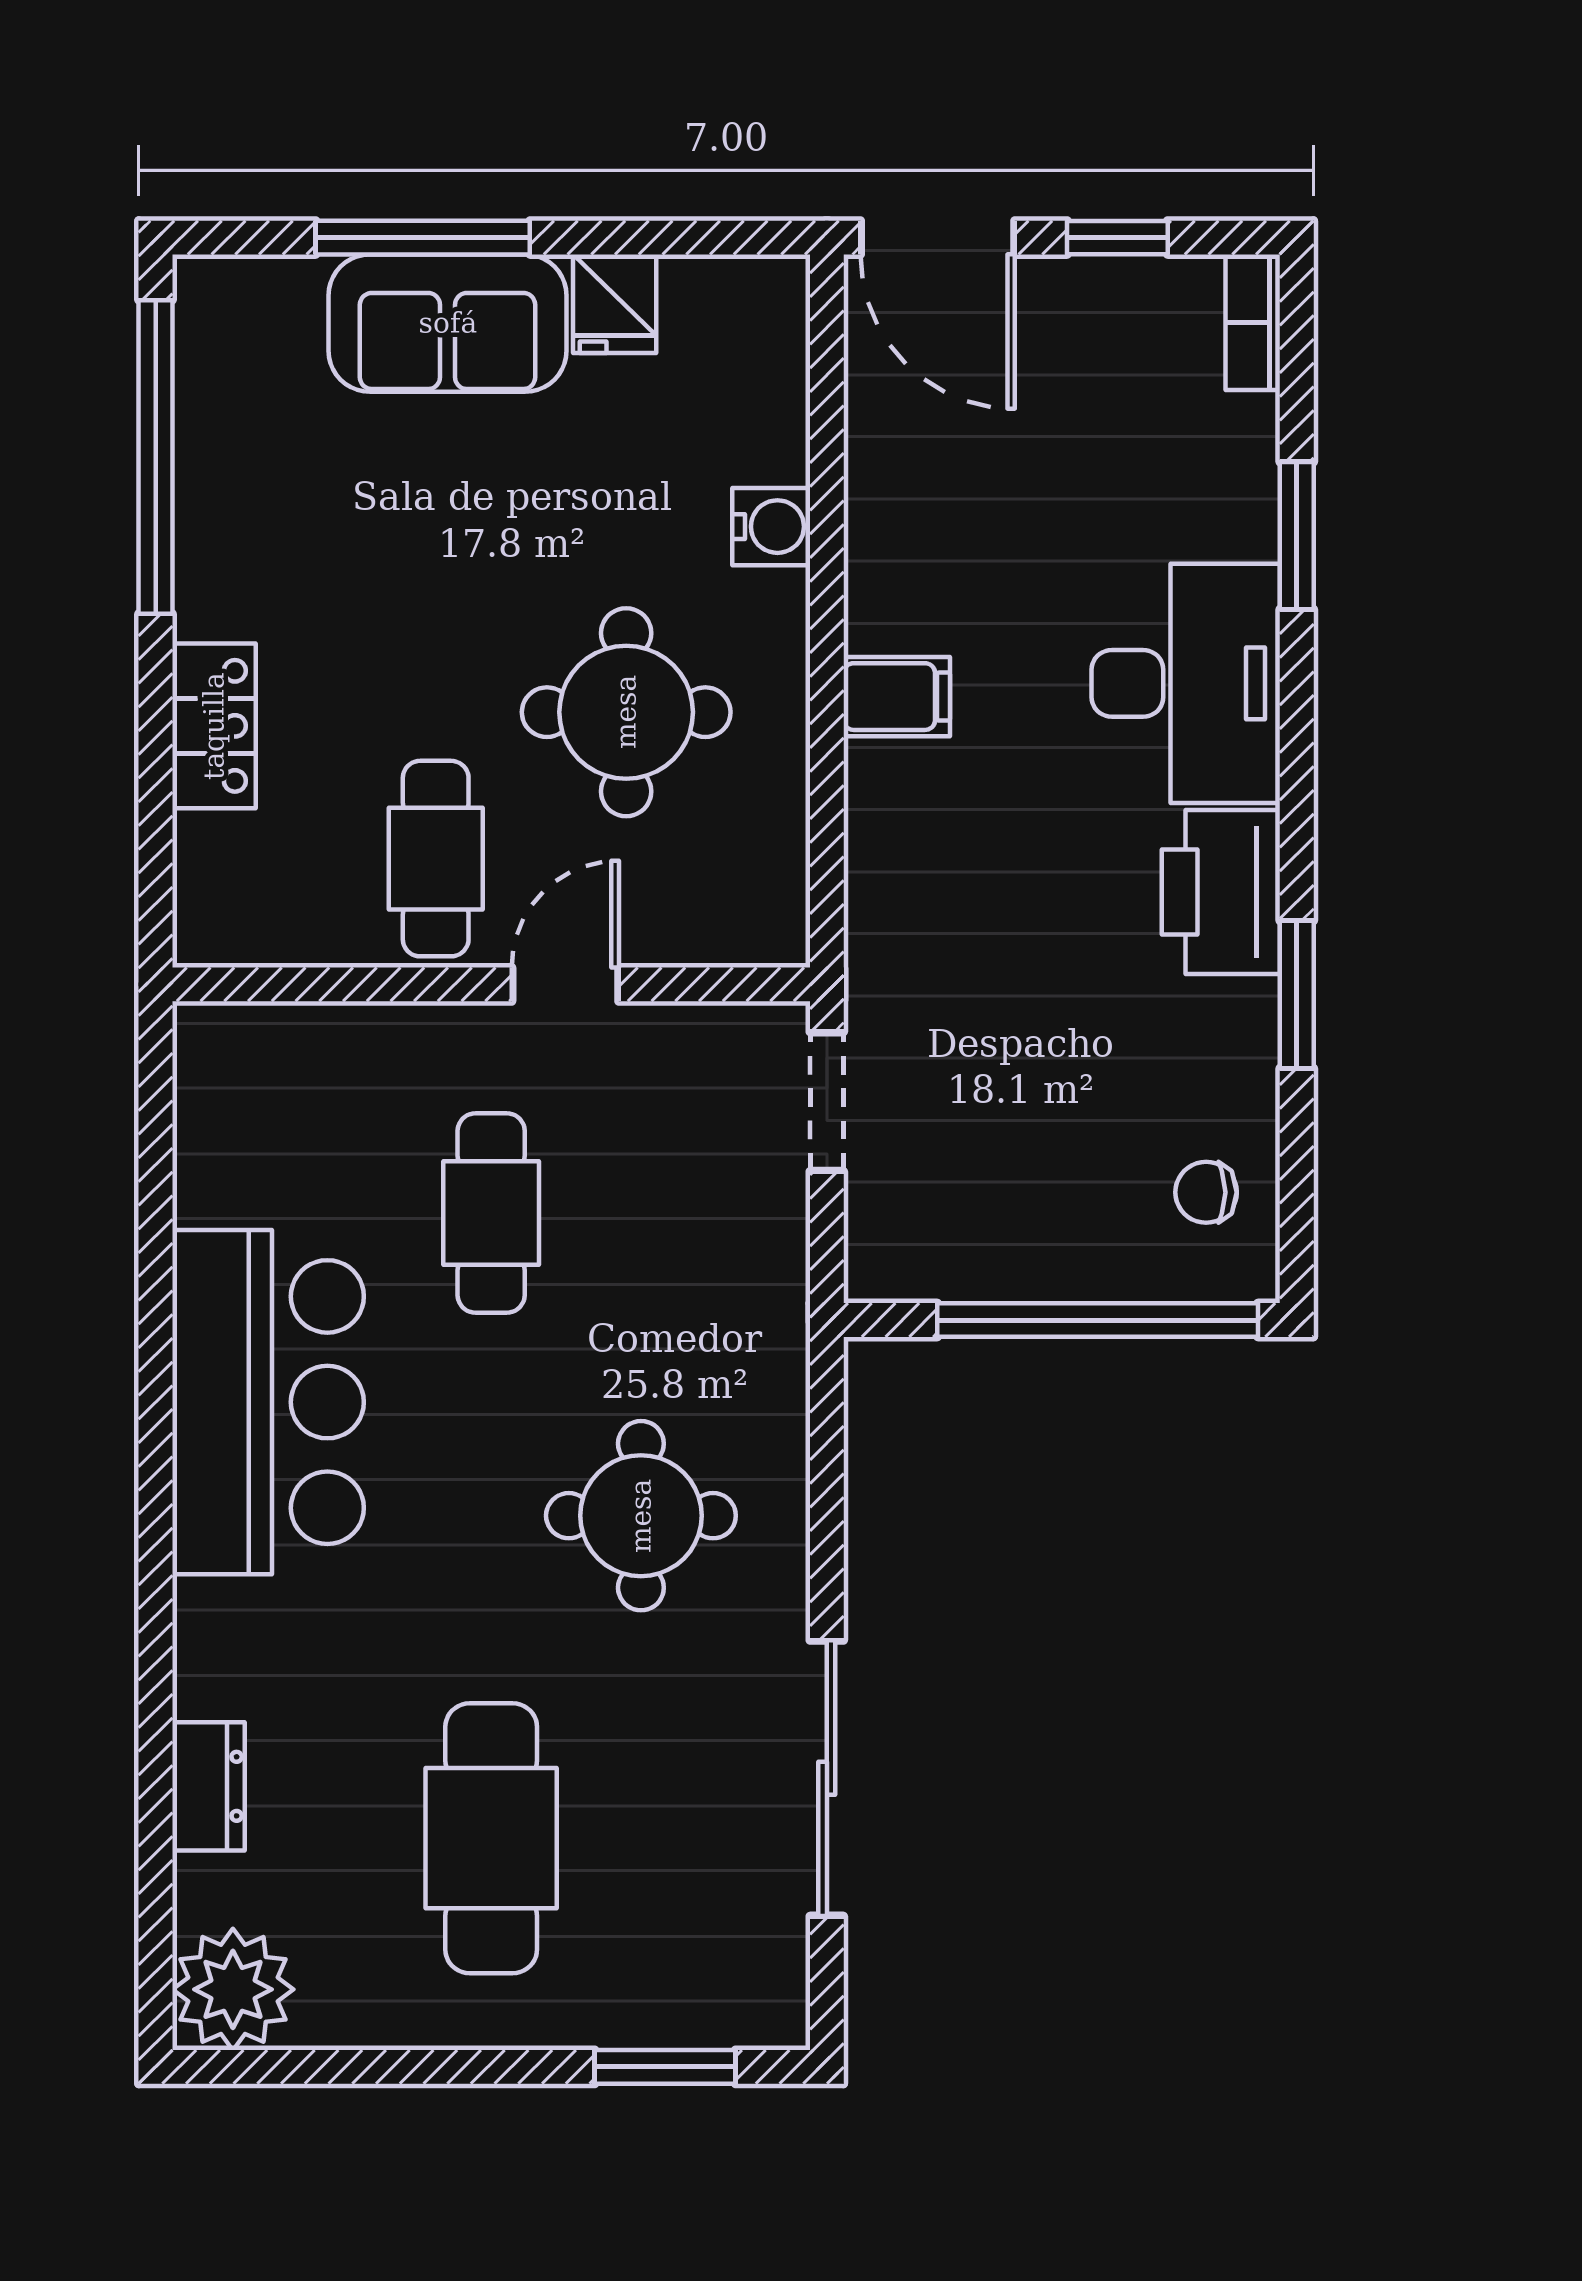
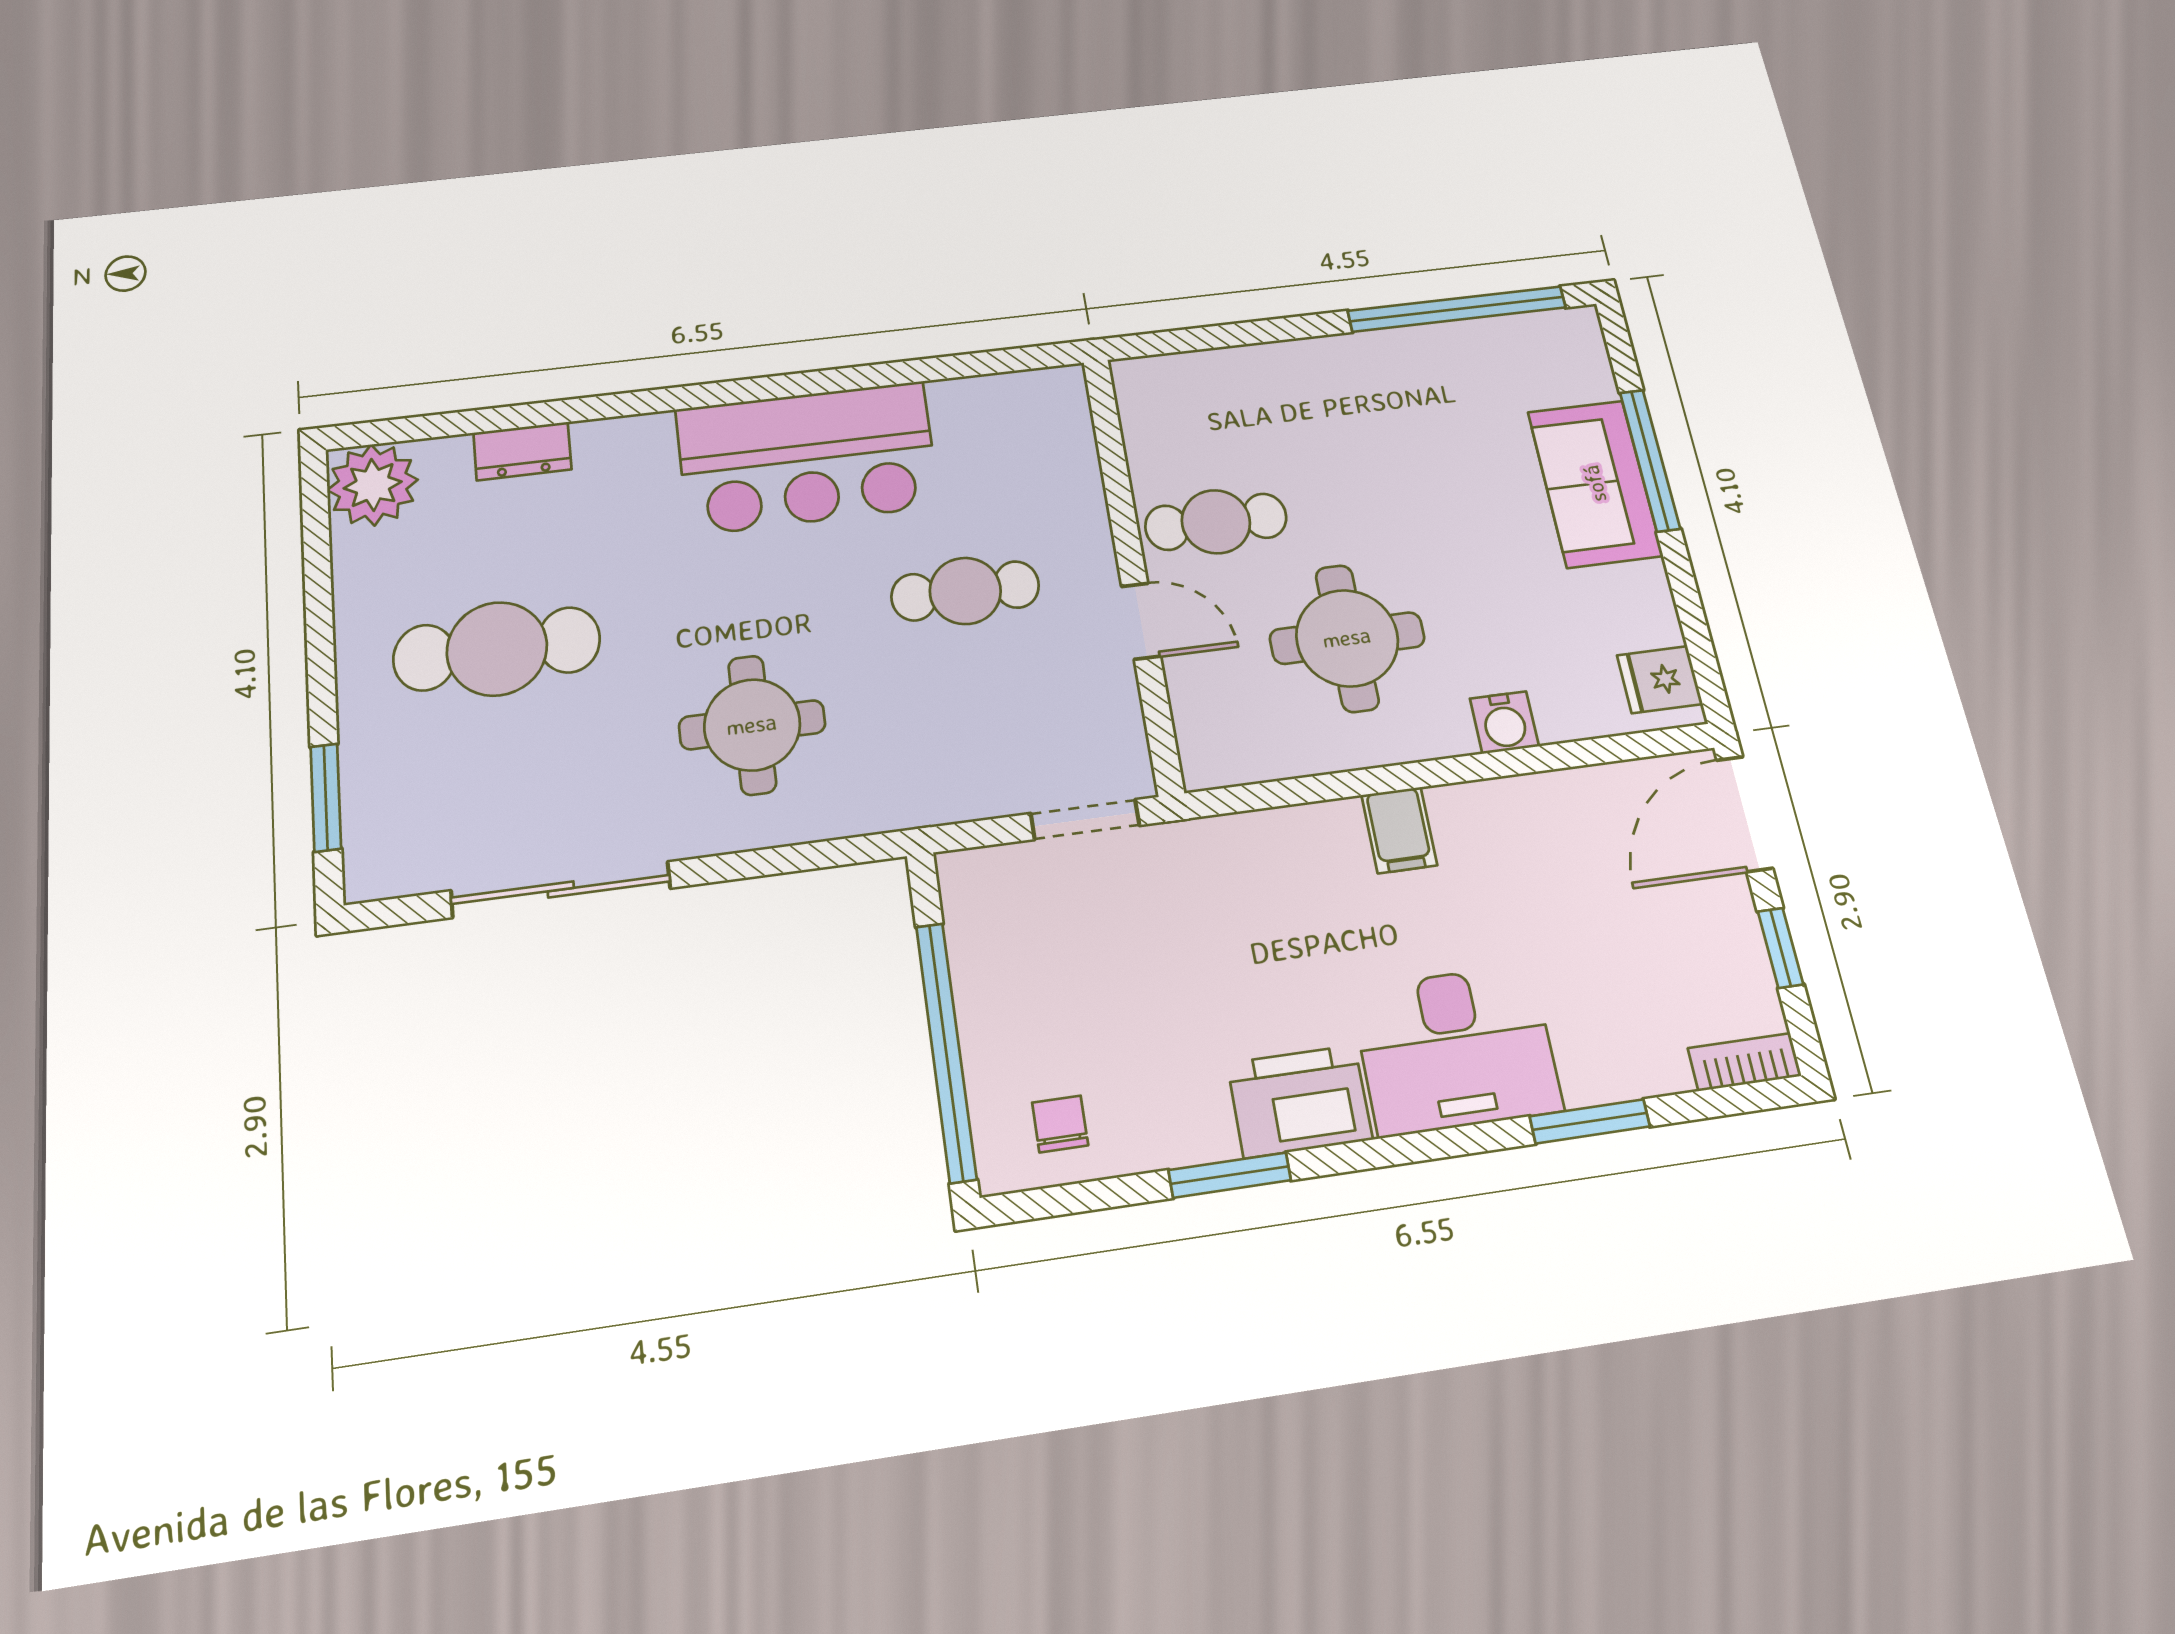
fridge: (615, 304) -> (1660, 680), moved
locker: (214, 726) -> (1281, 367), removed

